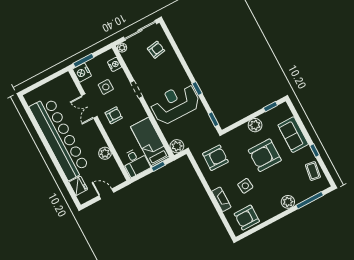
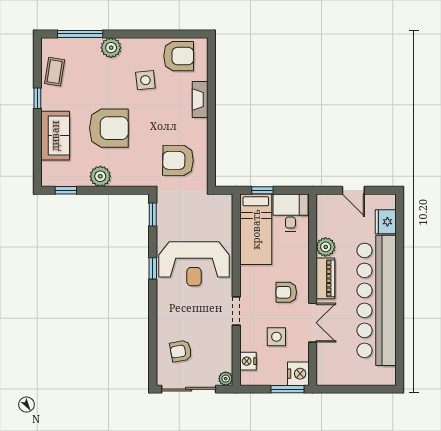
piano: (96, 135) -> (325, 278), added
plant: (177, 146) -> (222, 204), removed
side table: (245, 186) -> (145, 80), moved

